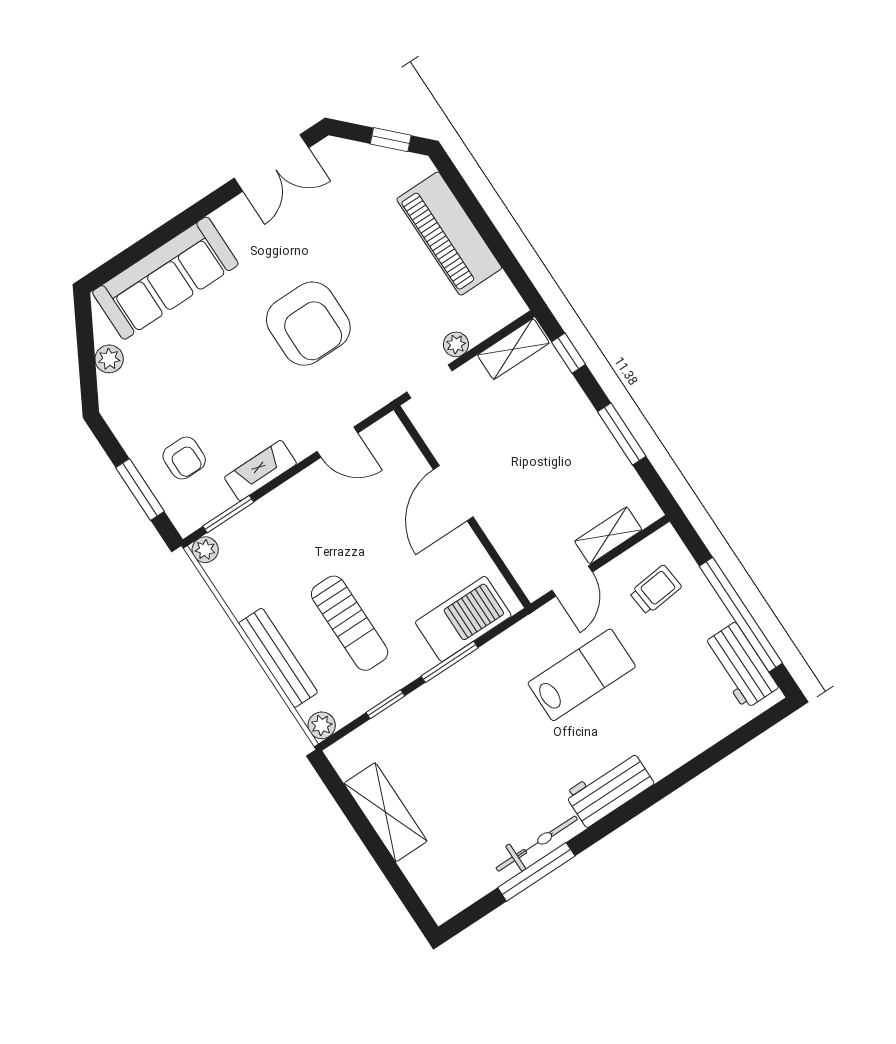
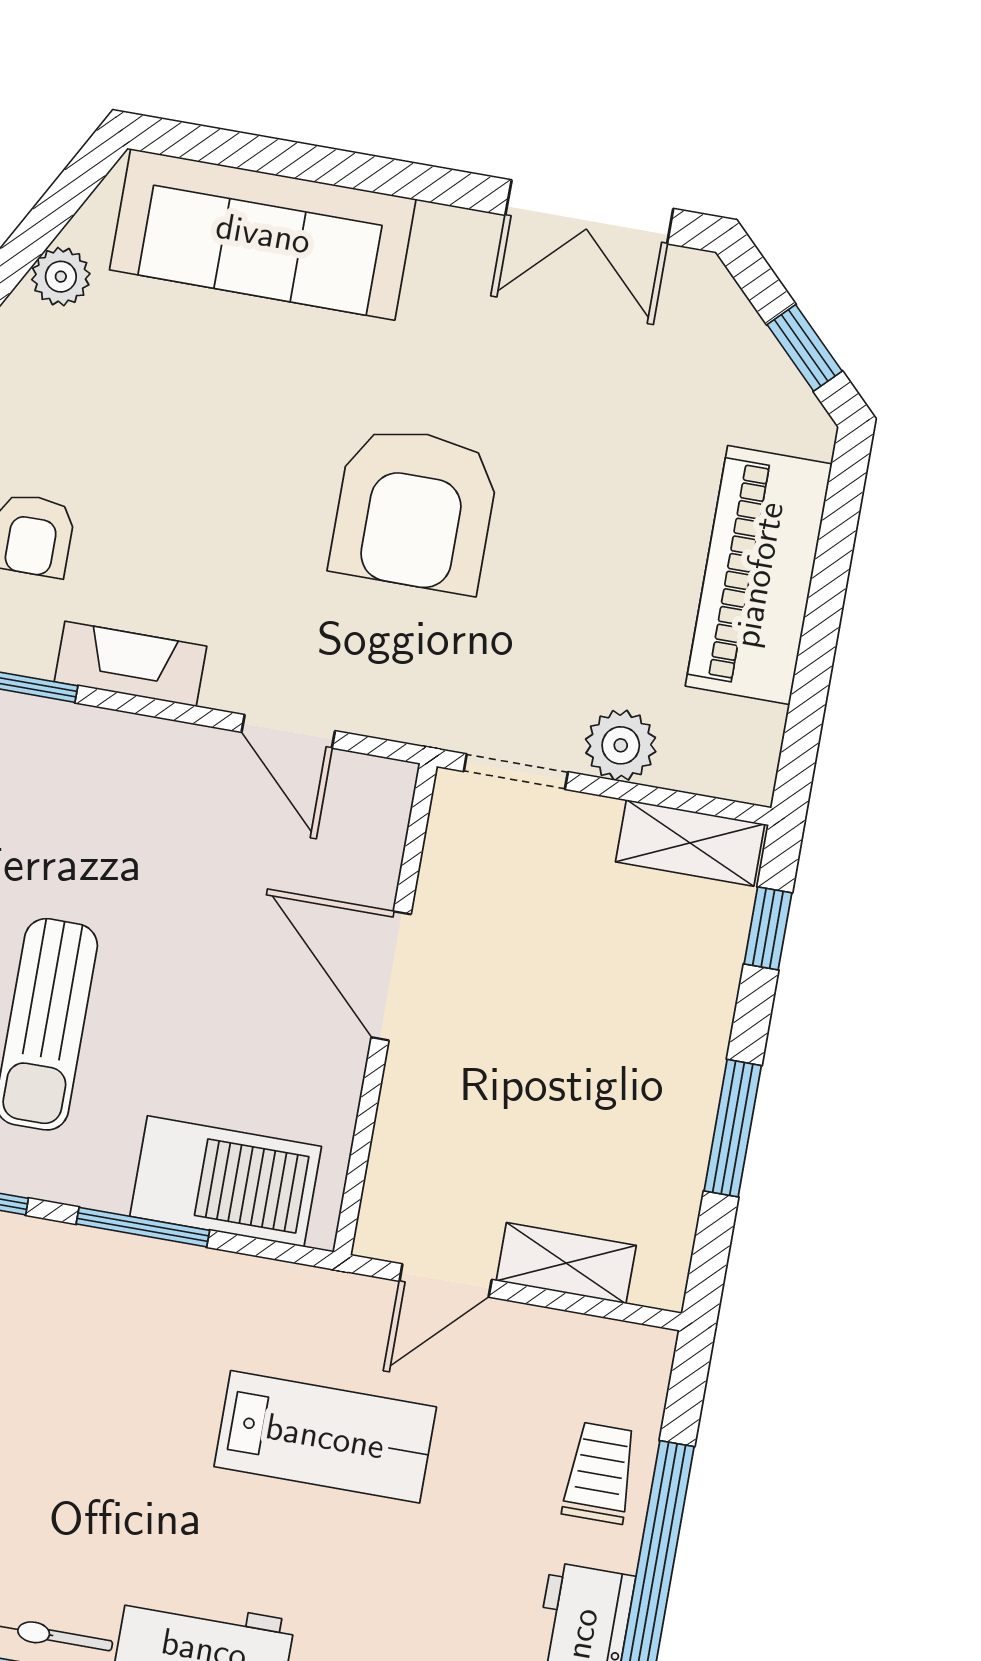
plant: (456, 344) -> (621, 745), width x1.38, depth x1.38
door: (453, 493) -> (391, 976), hinge flipped
trolley: (656, 590) -> (600, 1473), moved, turned -84

